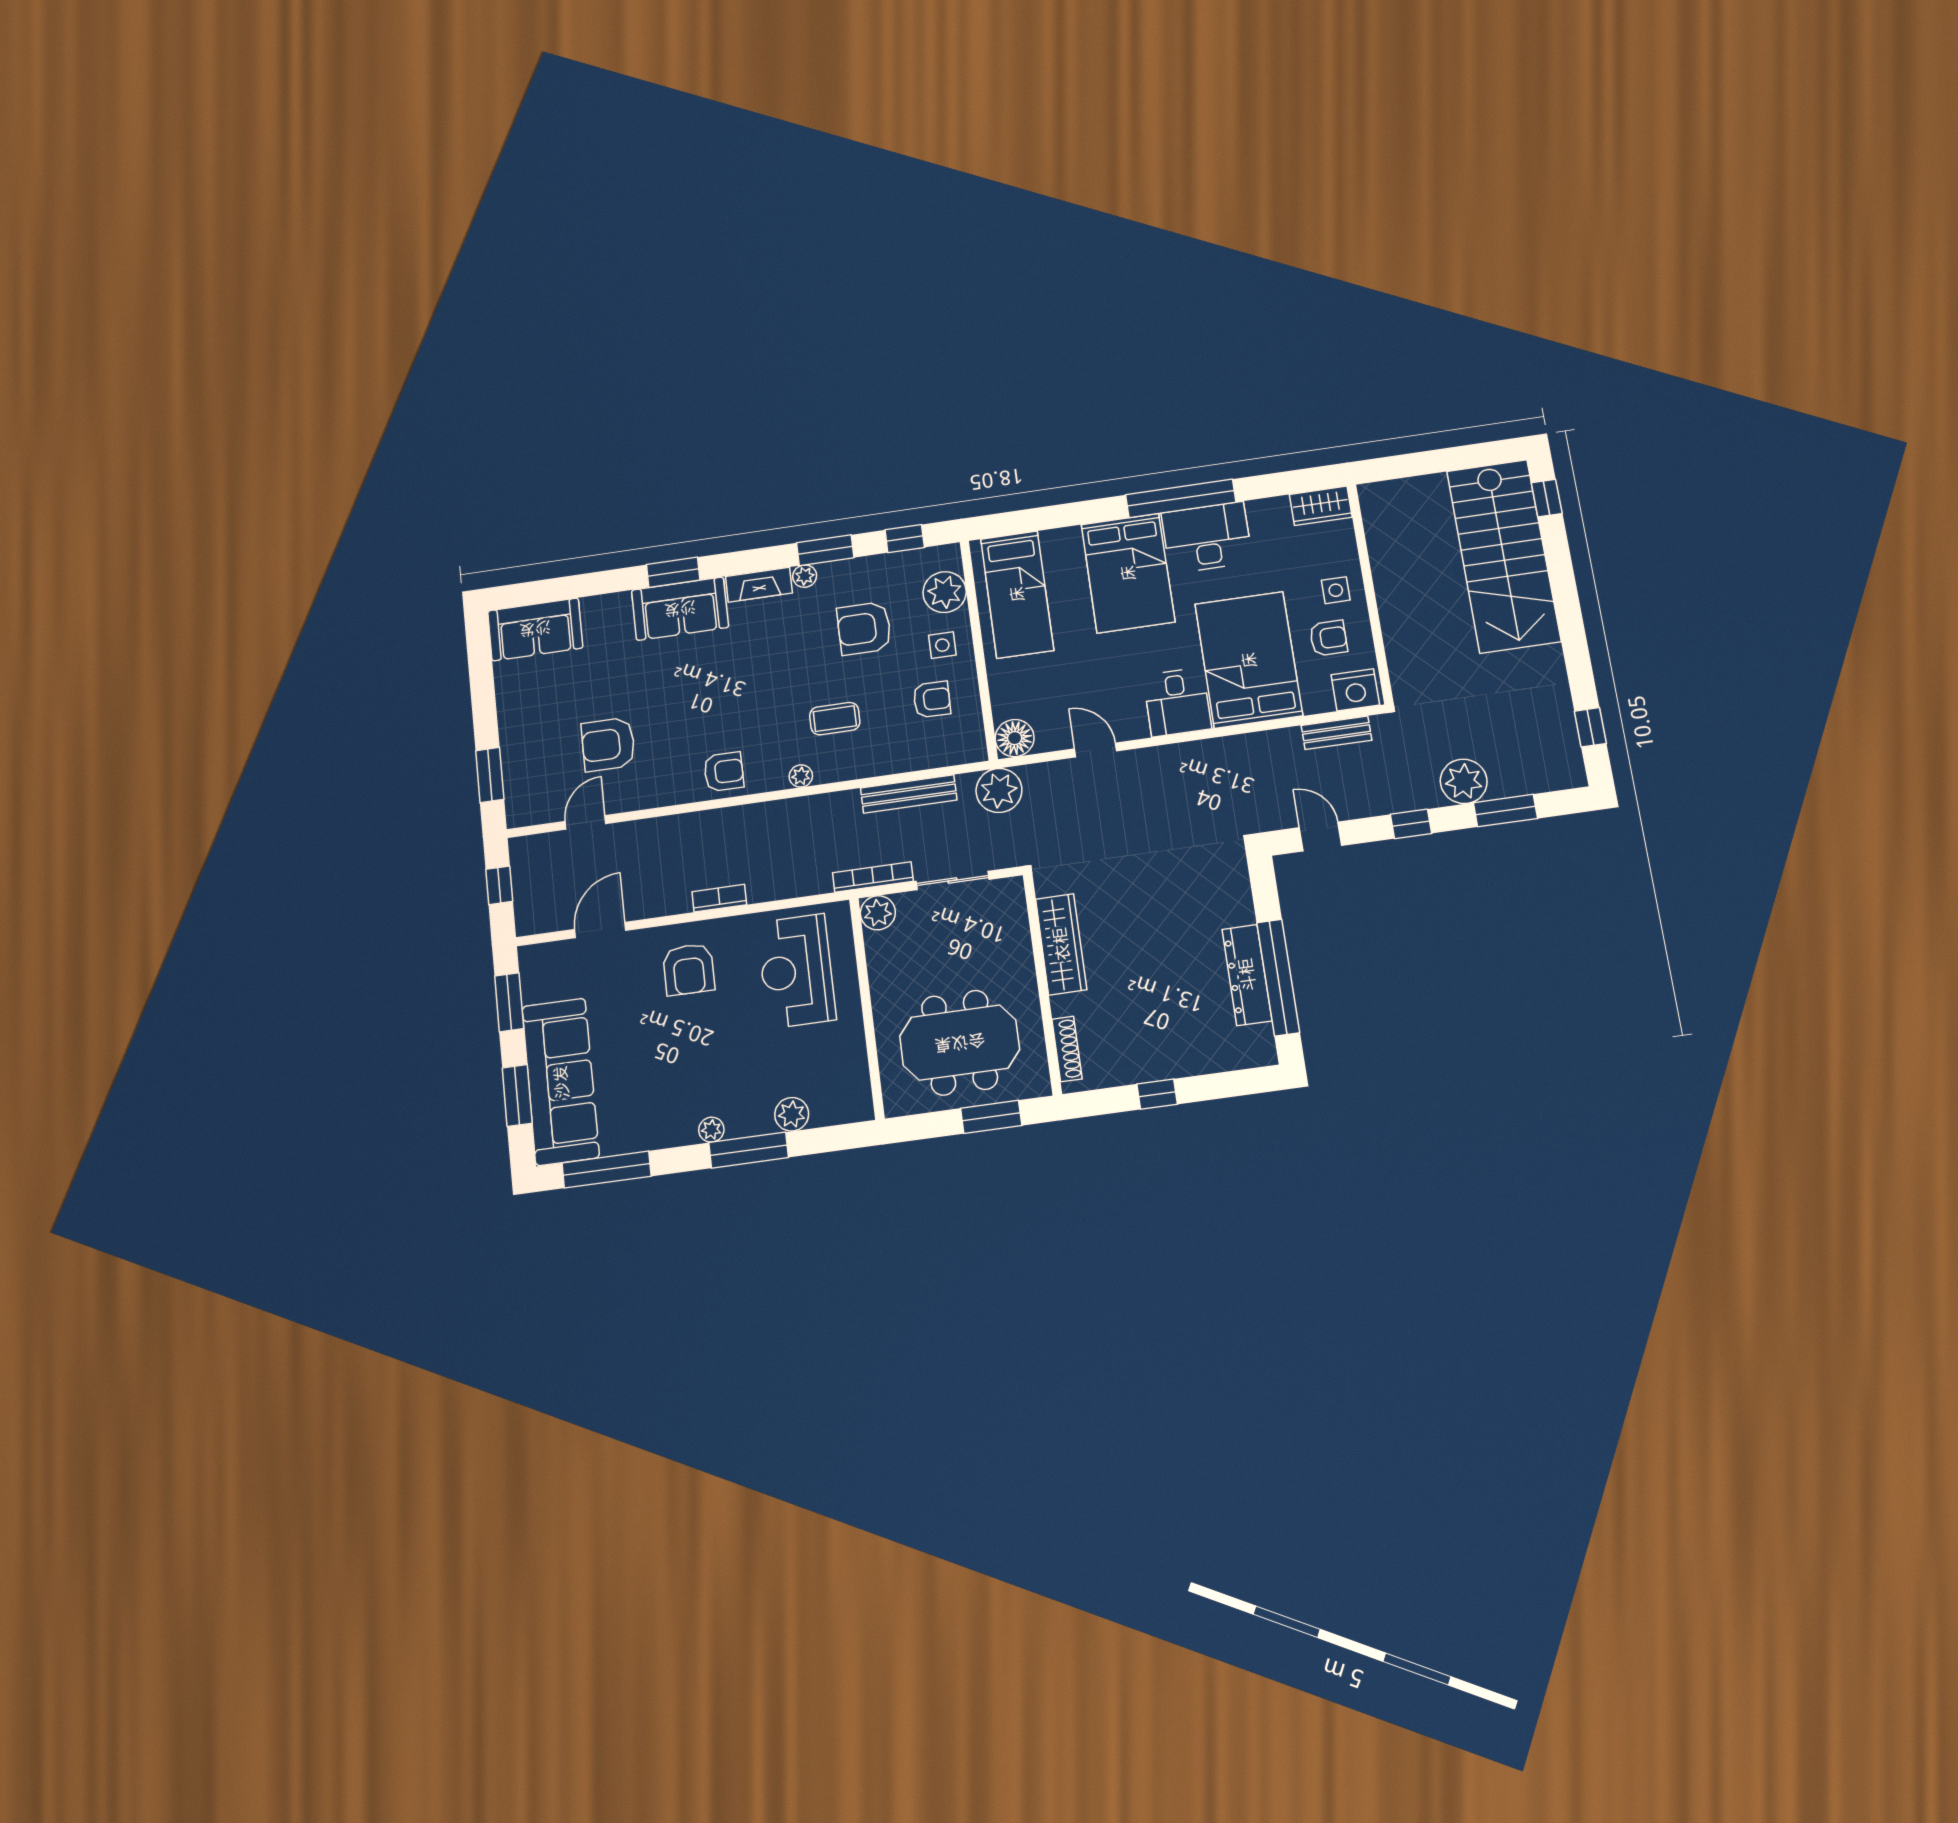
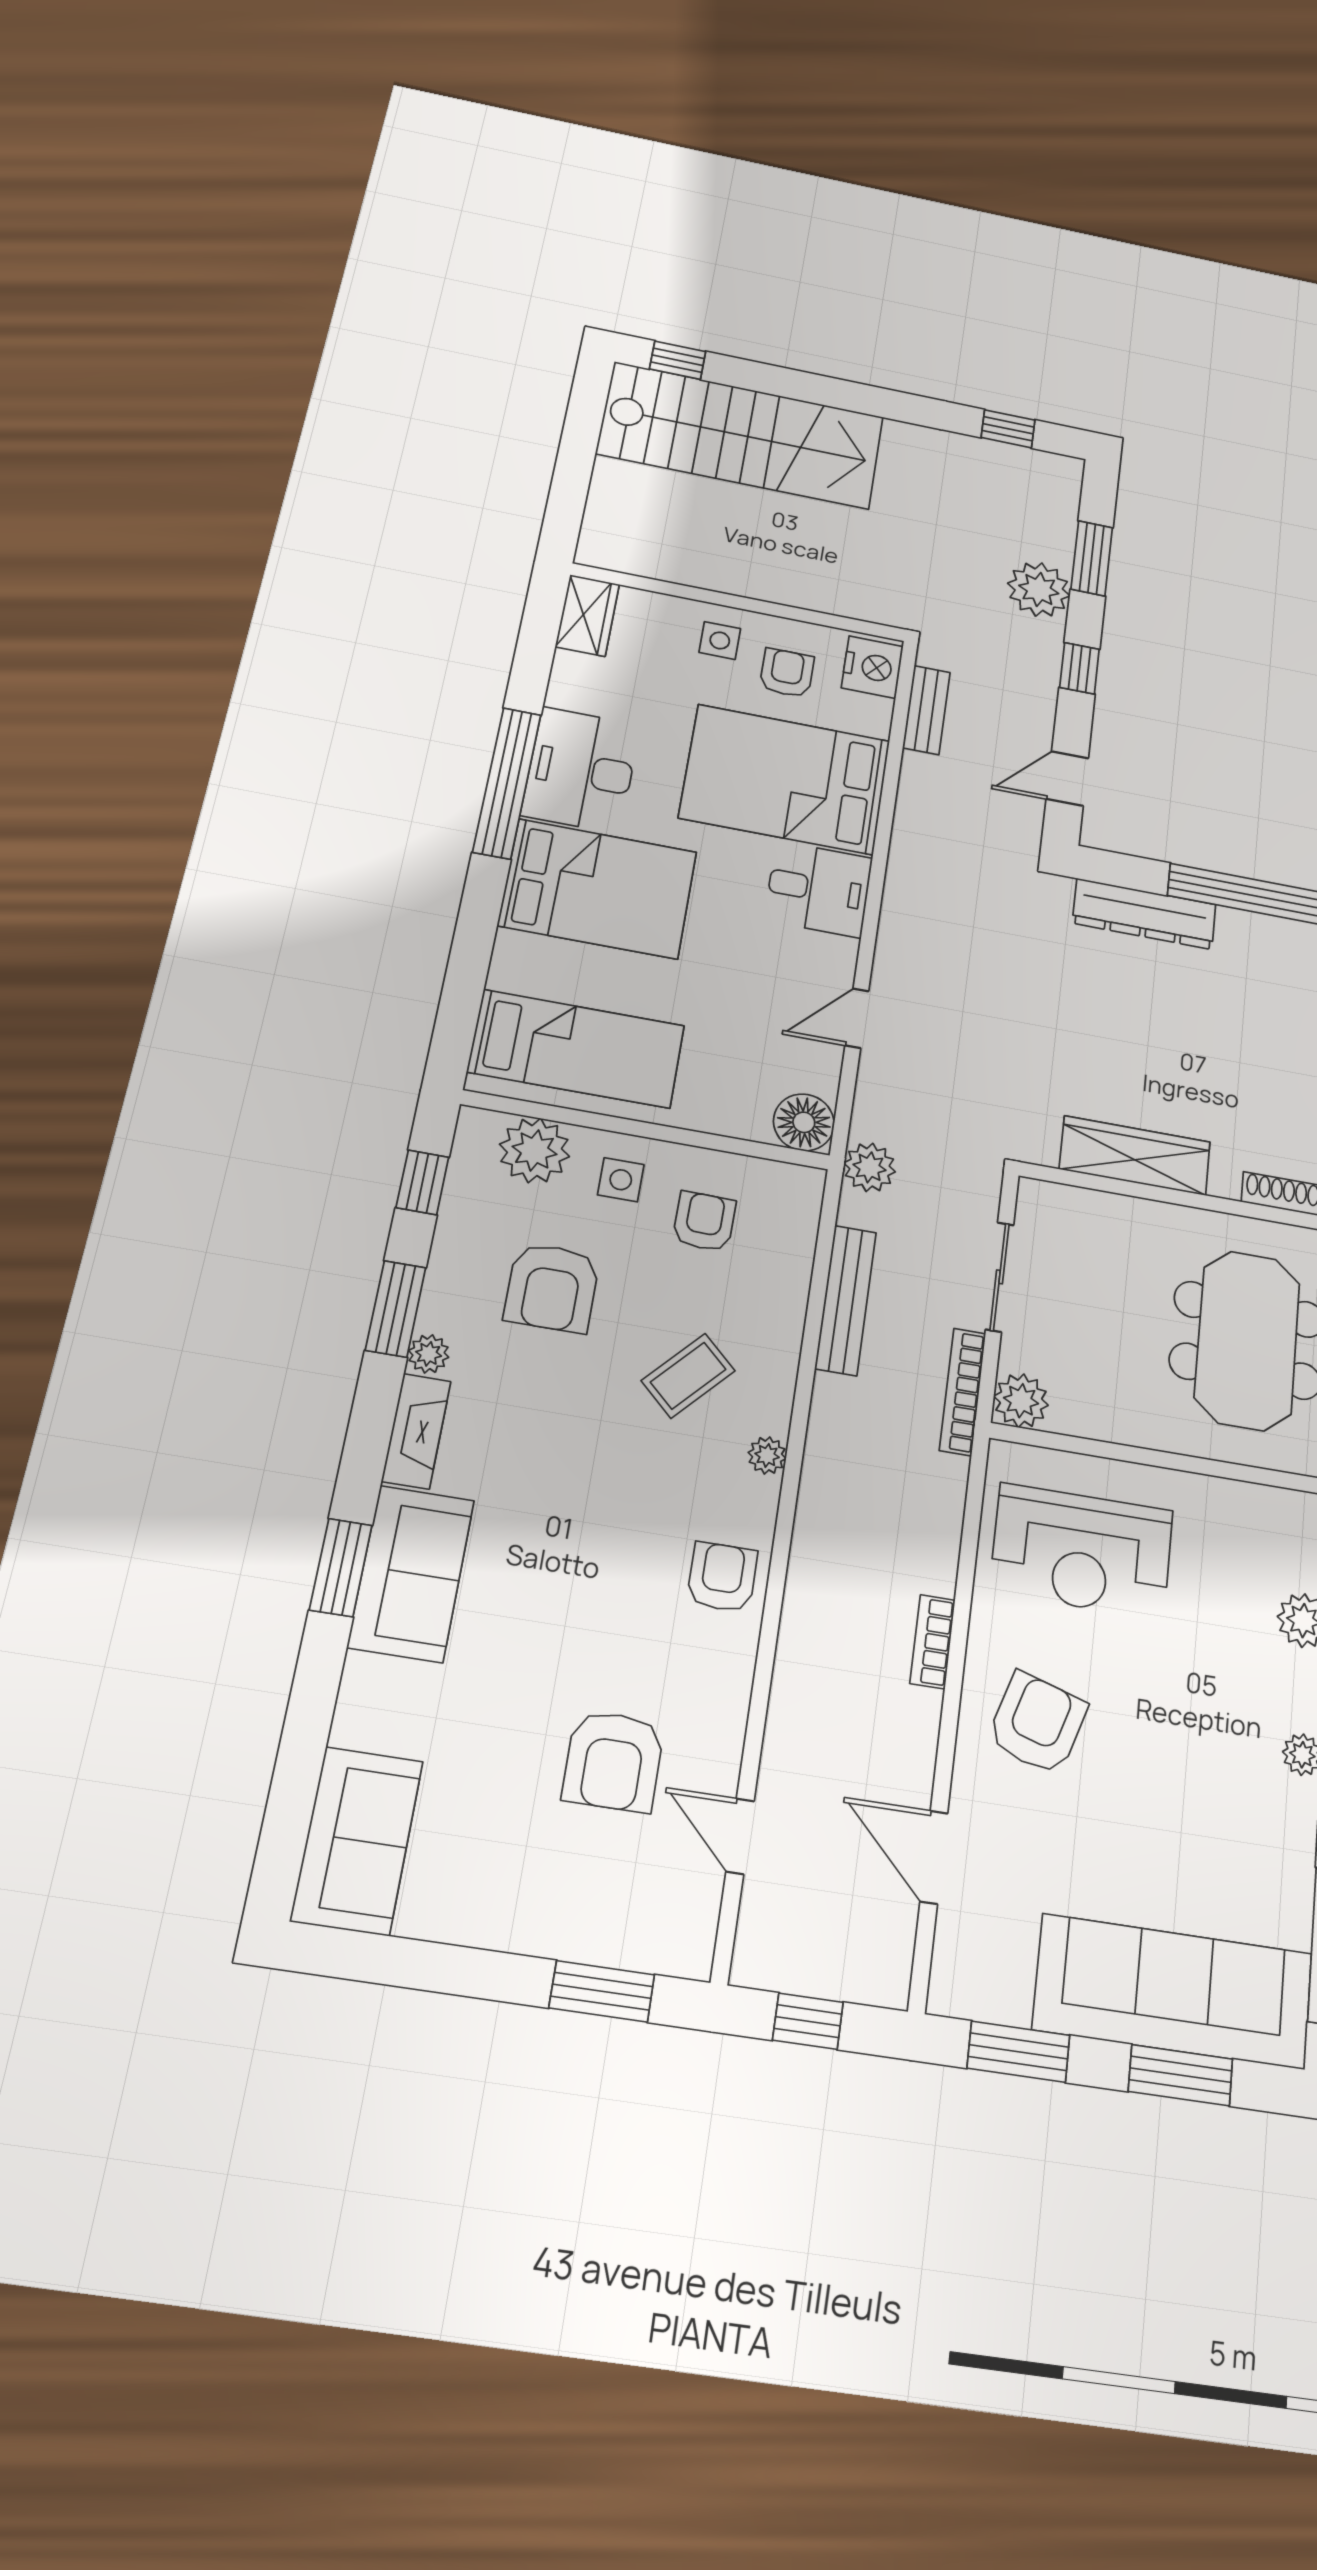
coffee table: (835, 719) -> (688, 1376), turned 43
plant: (999, 790) -> (870, 1167), width x0.73, depth x0.73
armchair: (689, 969) -> (1037, 1723), turned -73
dresser: (1247, 975) -> (1144, 914), moved

